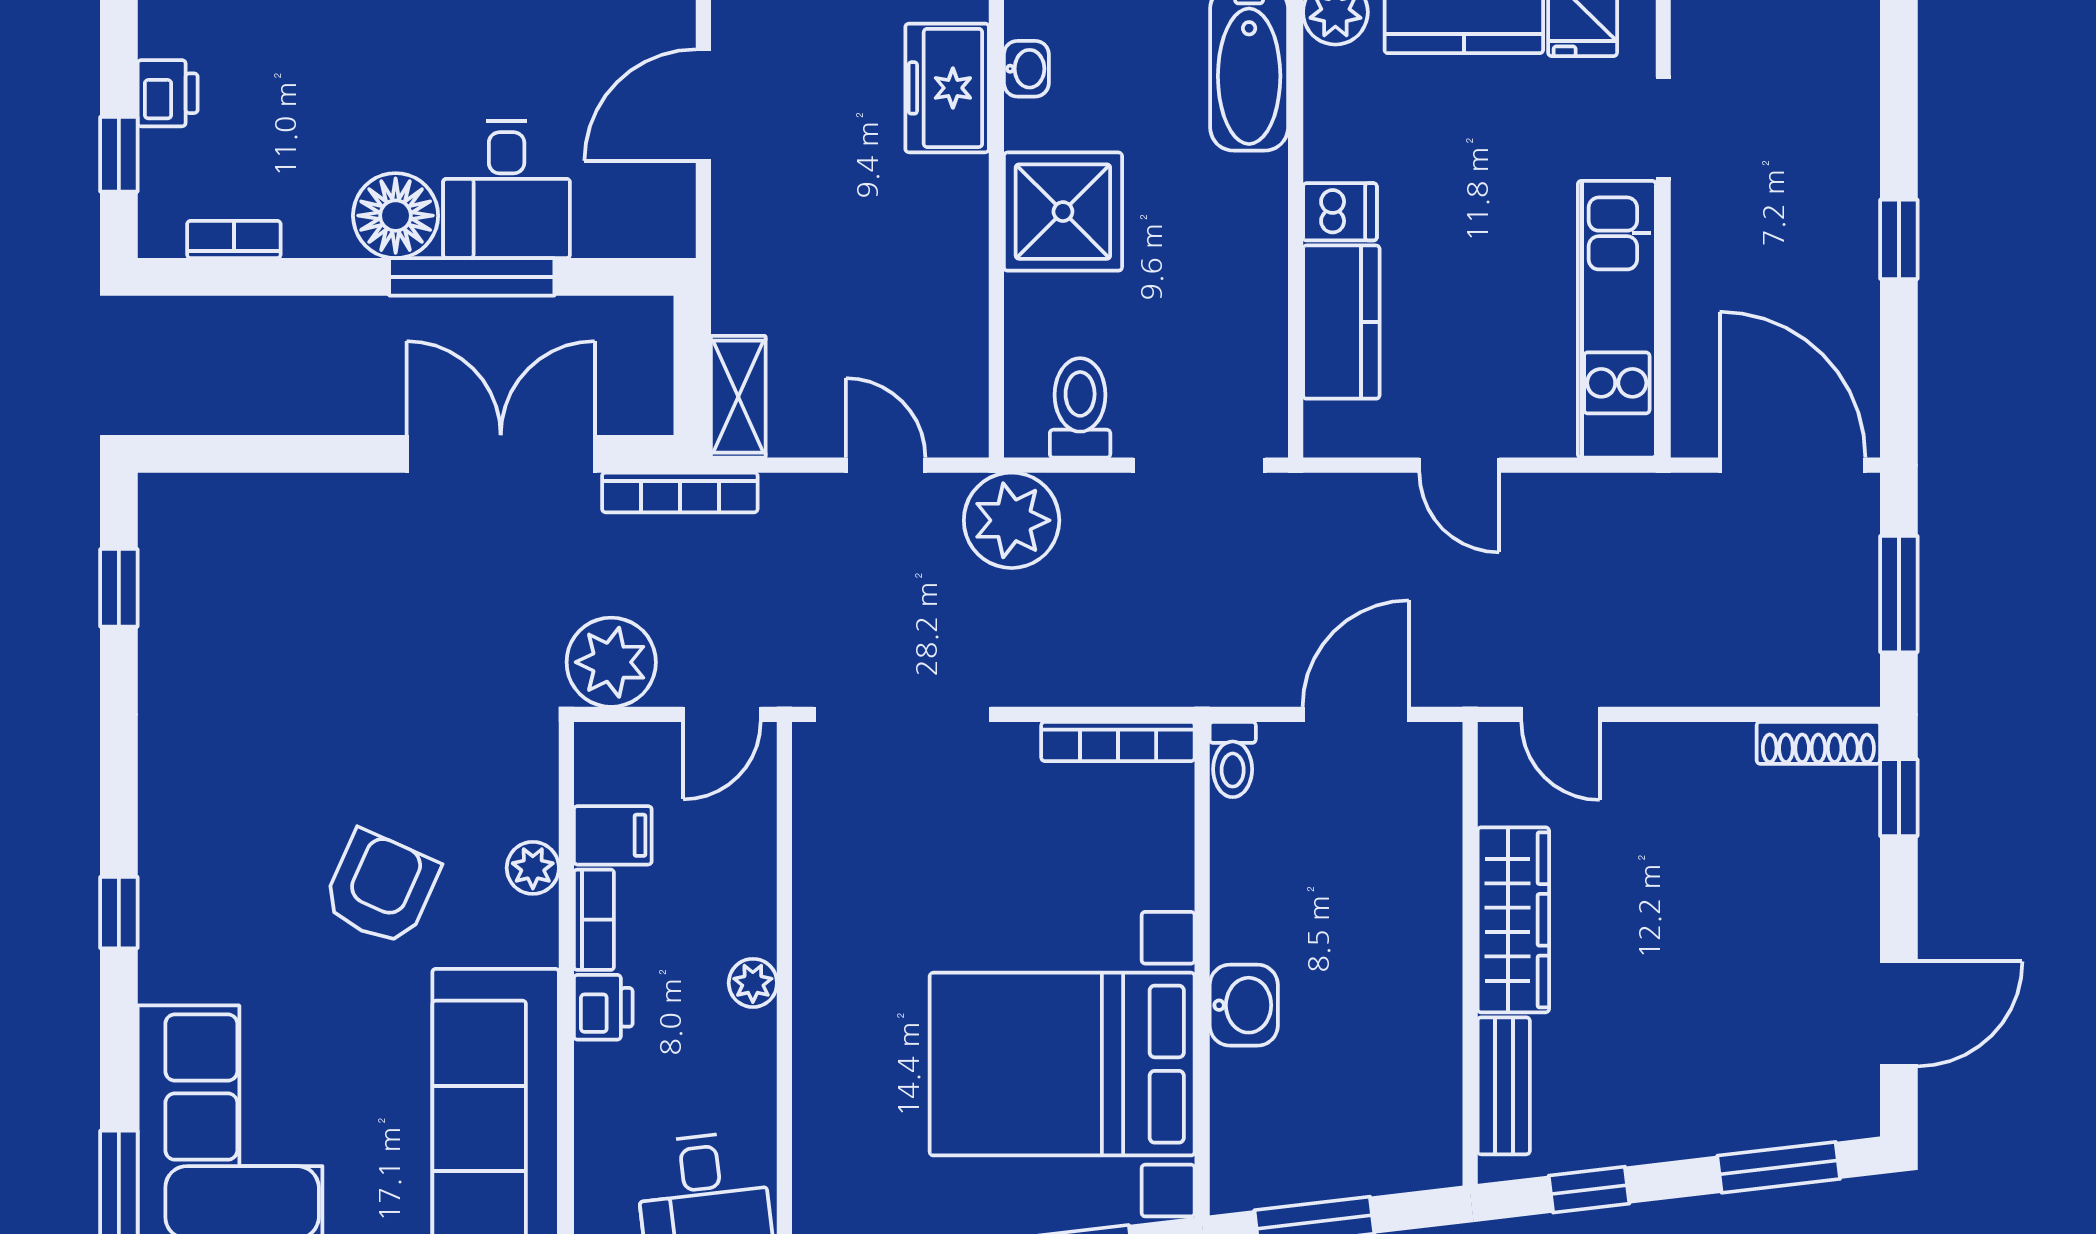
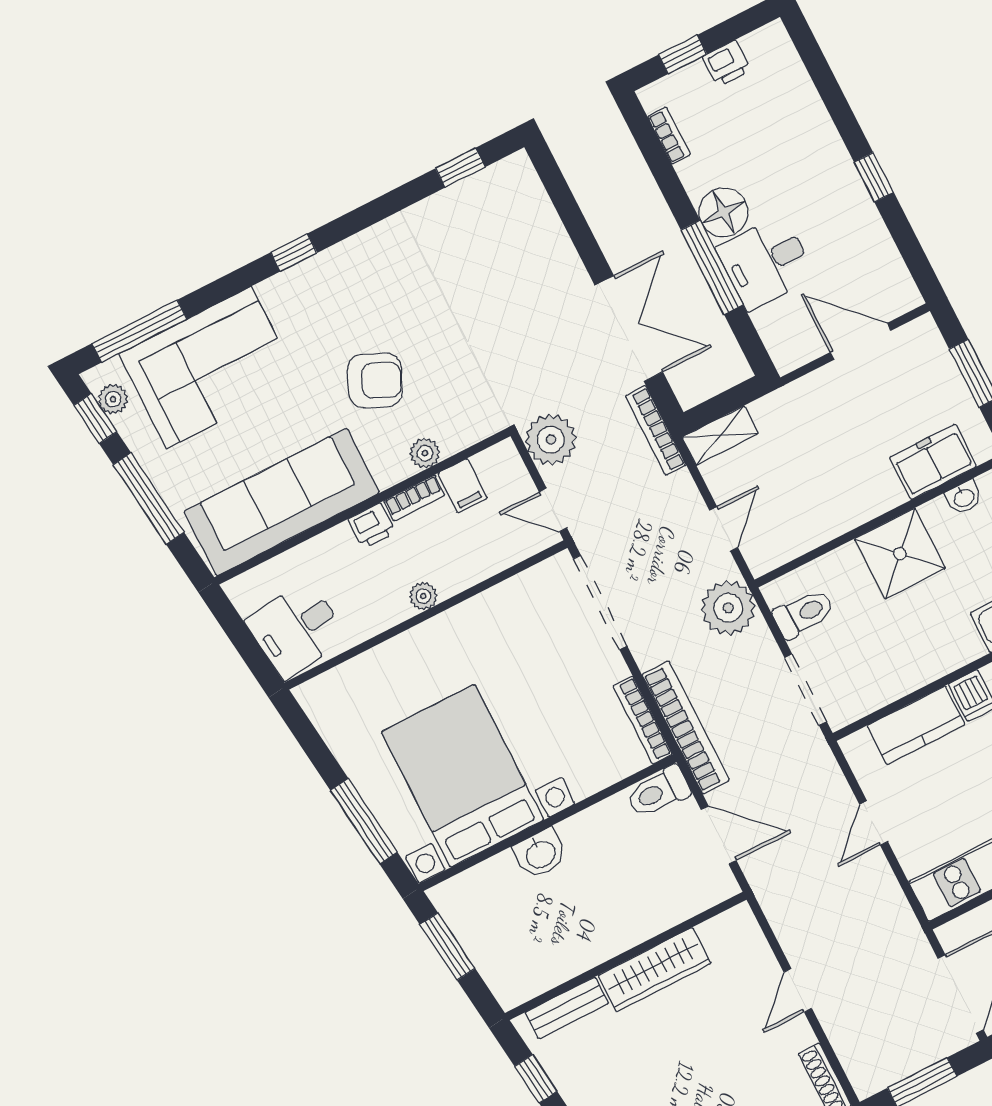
bookcase: (1163, 680) -> (686, 727), added
door: (1560, 714) -> (798, 990), moved
toilet: (1233, 759) -> (658, 792), width x1.37, depth x1.39

